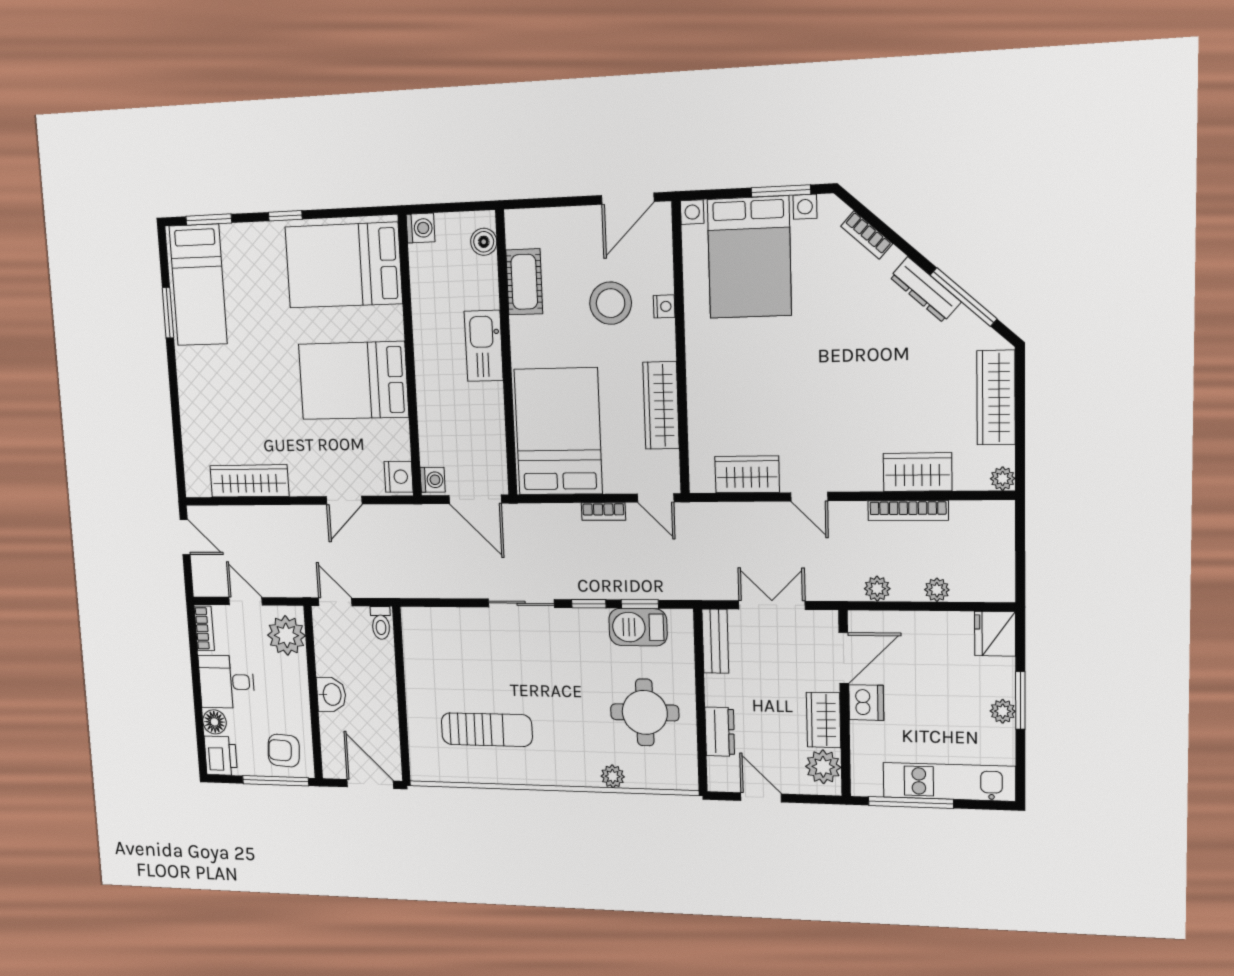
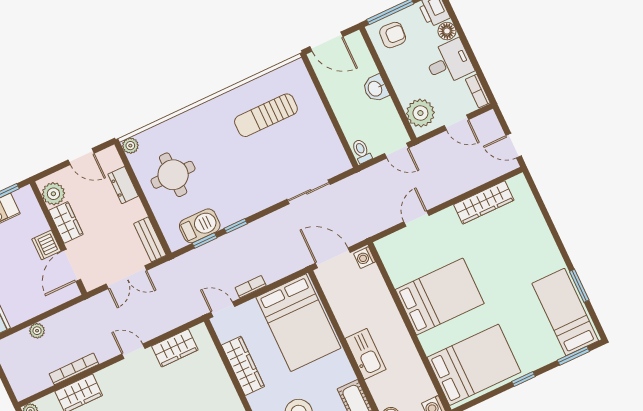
nightstand: (399, 477) -> (387, 250), removed
plant: (877, 589) -> (71, 315), removed
sliding door: (521, 603) -> (309, 192), moved
plant: (613, 776) -> (130, 146), moved

